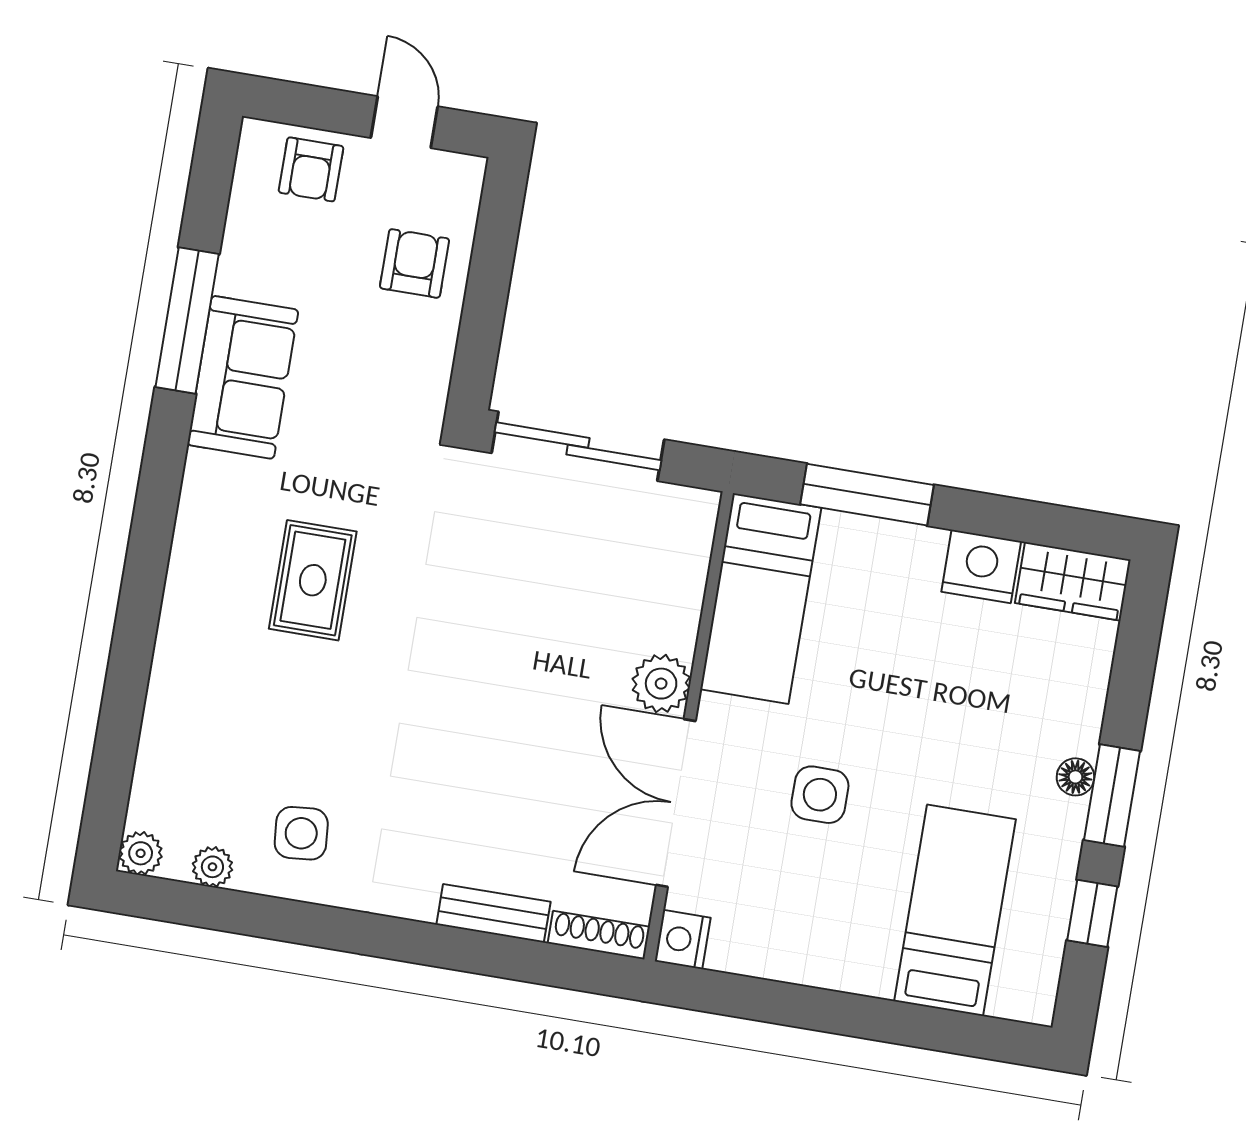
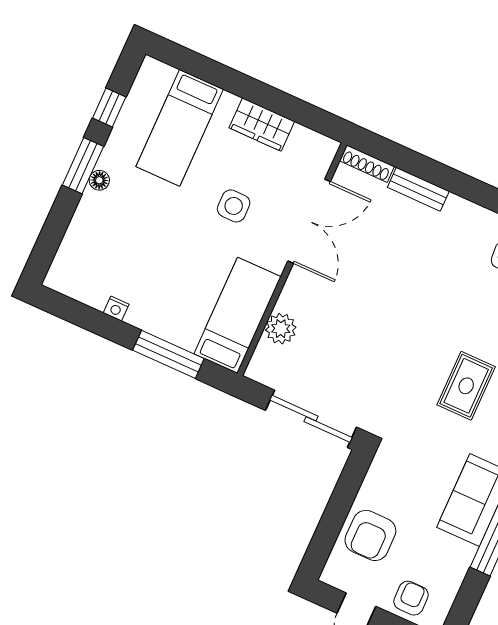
armchair: (415, 263) -> (370, 535), width x1.38, depth x1.38
nightstand: (981, 566) -> (116, 309), width x0.53, depth x0.56
wardrobe: (1073, 581) -> (262, 125), moved, turned 180
plant: (661, 684) -> (281, 329), moved
nightstand: (683, 939) -> (324, 150), removed

